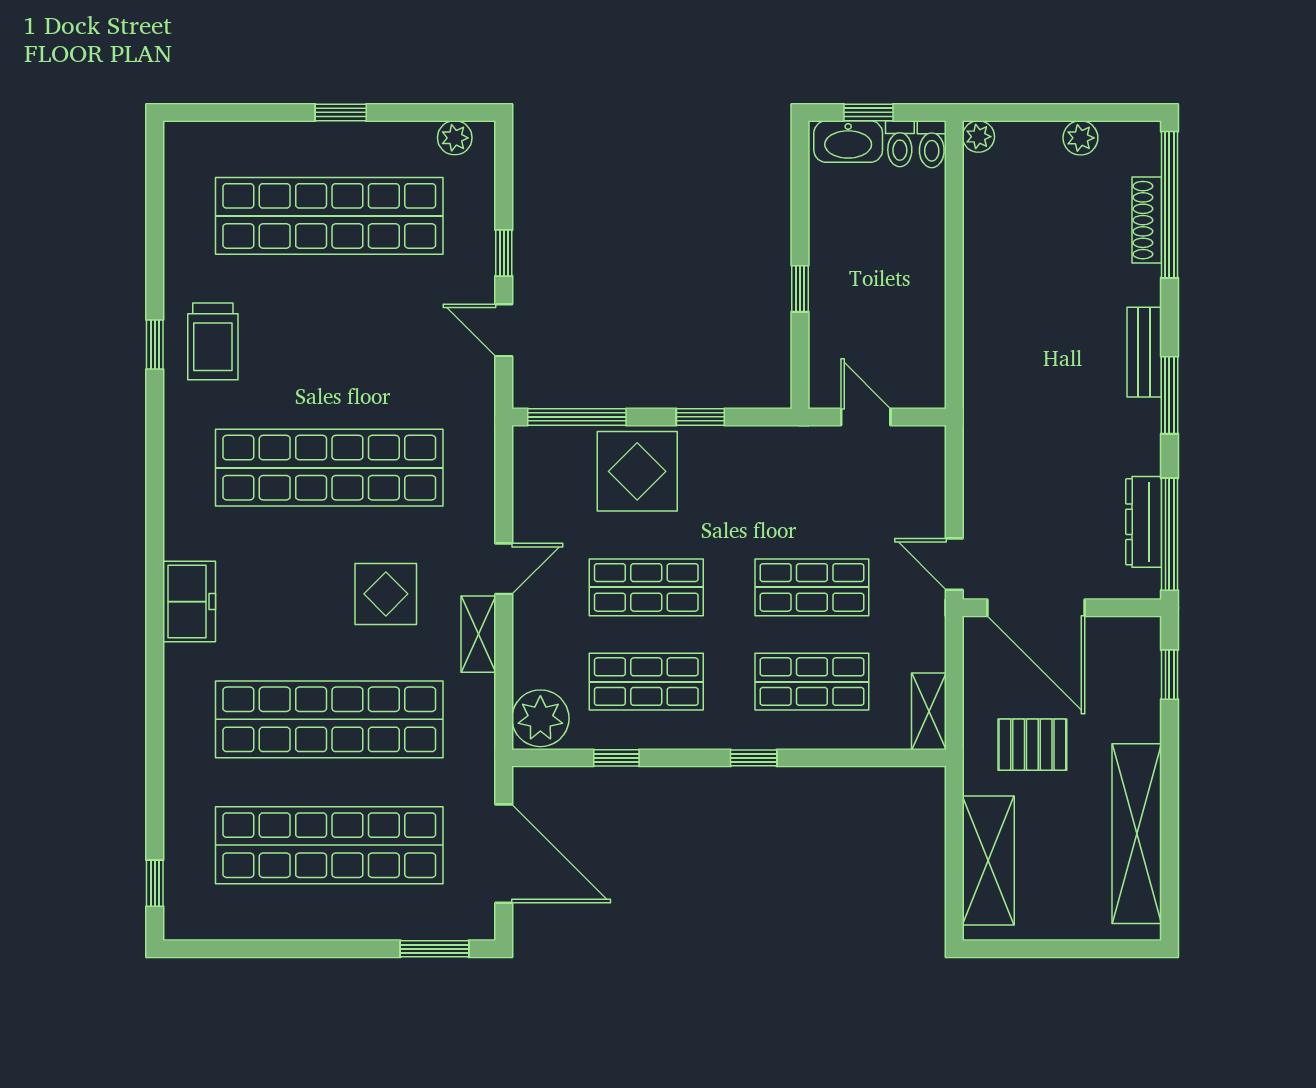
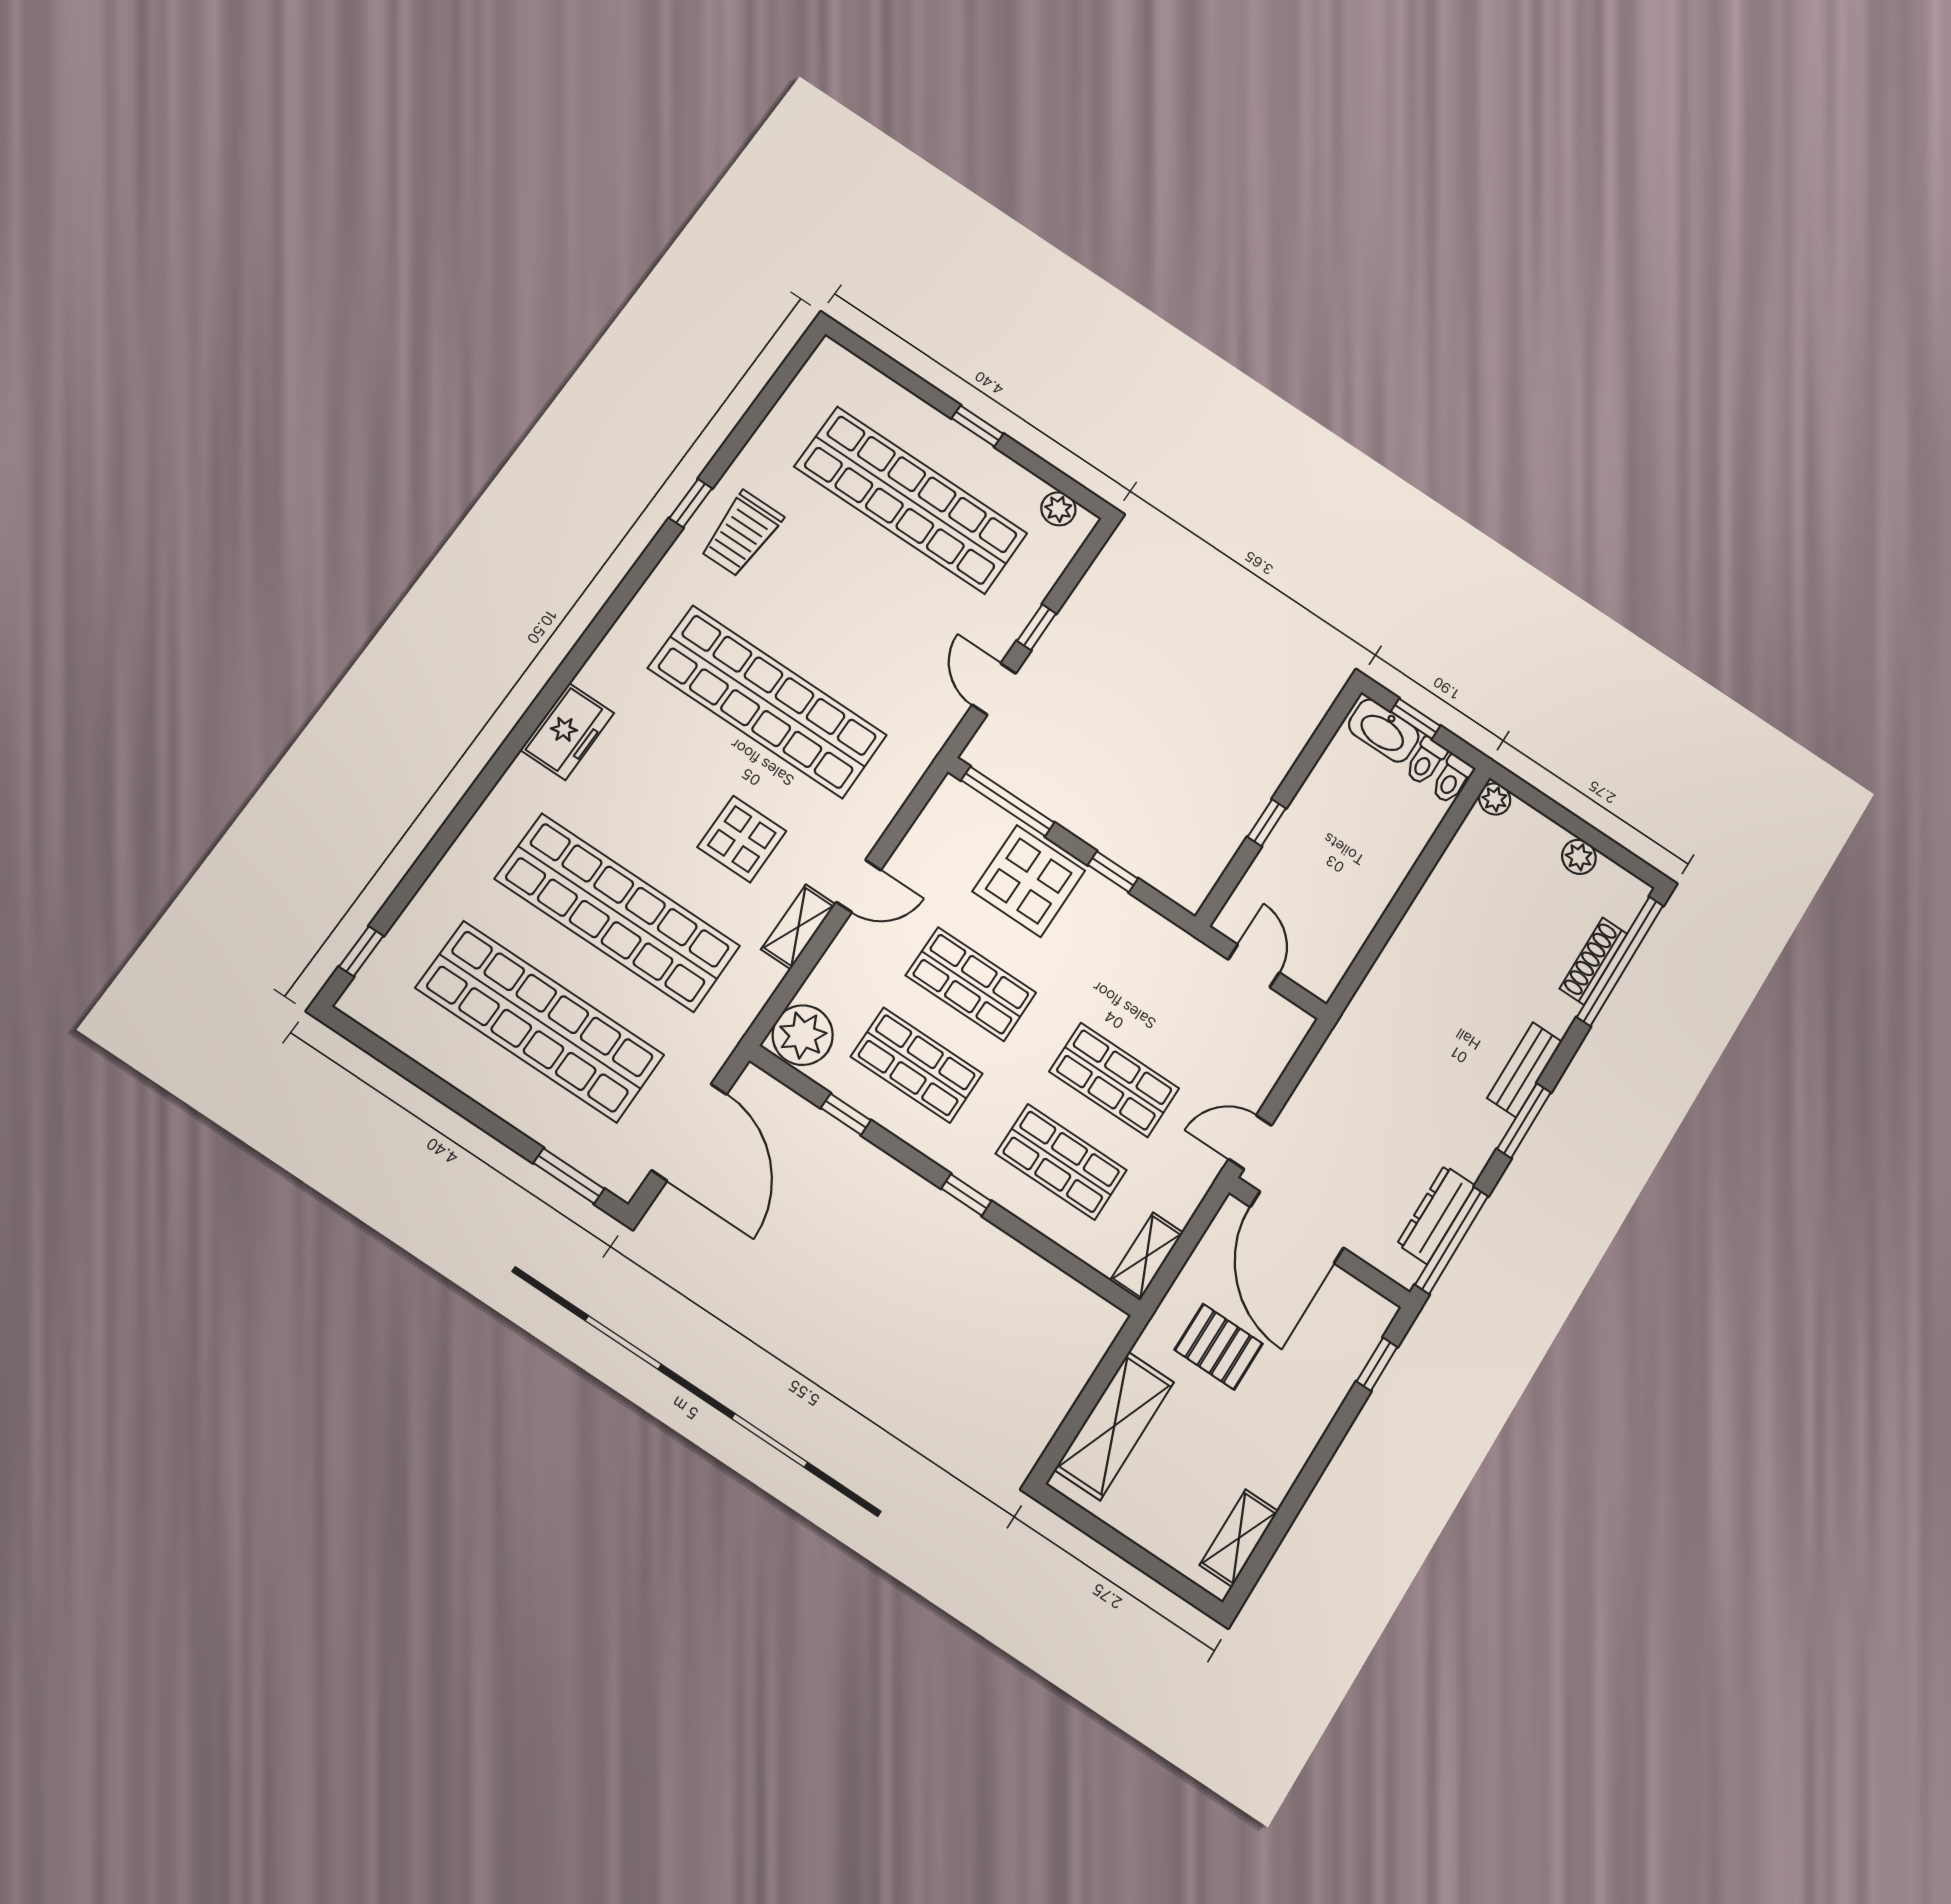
door: (954, 564) -> (1250, 1142), hinge flipped
shelving: (1137, 834) -> (1239, 1538), width x0.45, depth x0.75

